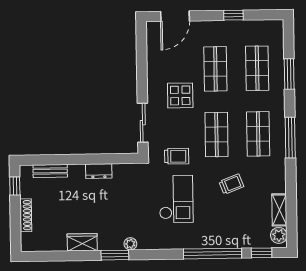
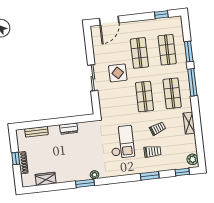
window: (233, 15) -> (161, 15), moved
sliding door: (143, 123) -> (93, 78), moved
window: (290, 138) -> (192, 82), moved
trolley: (177, 156) -> (152, 151), moved
window: (15, 186) -> (16, 158), moved
shelving: (279, 210) -> (189, 123), moved
wardrobe: (82, 242) -> (46, 179), moved
window: (213, 254) -> (150, 176), width x0.47

